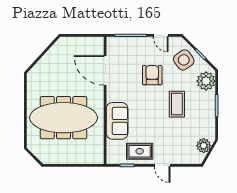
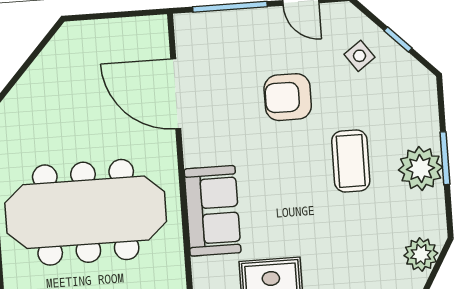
side table: (184, 60) -> (360, 56), width x0.54, depth x0.54
armchair: (152, 75) -> (288, 97), turned -90
plant: (206, 81) -> (421, 169), moved

